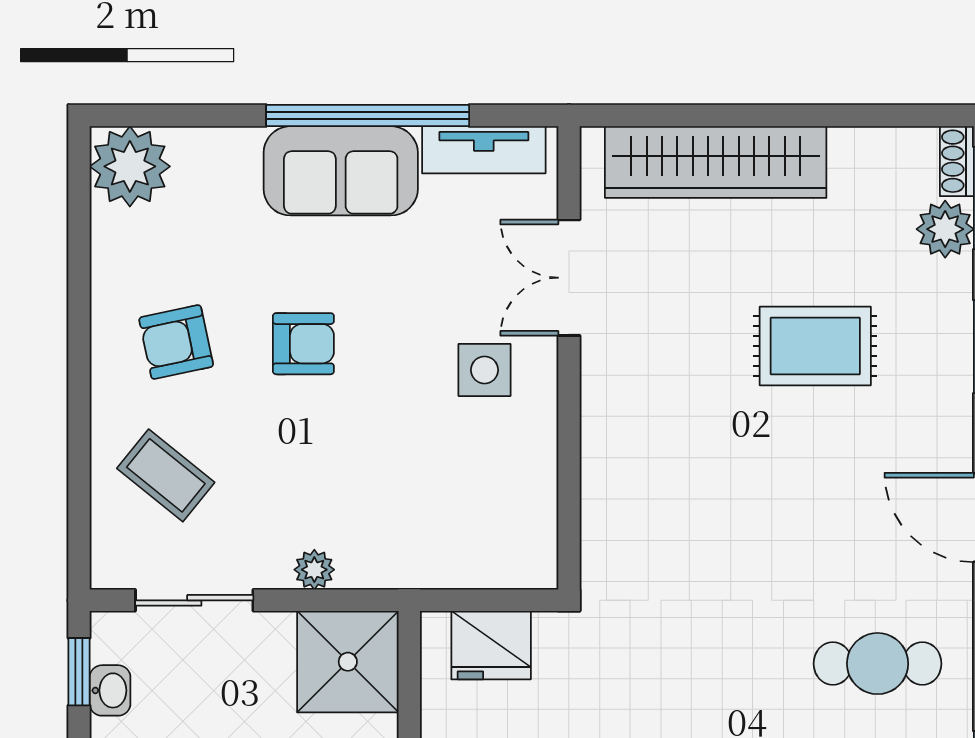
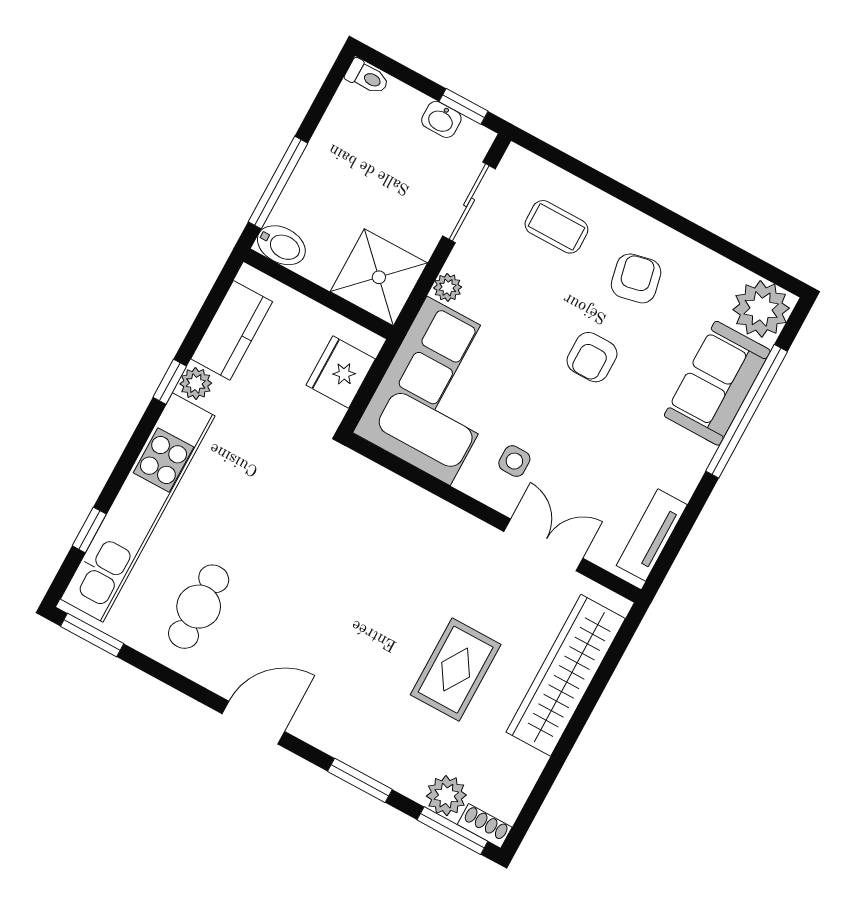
window: (368, 116) -> (747, 411), moved
sofa: (341, 171) -> (717, 383), moved
rug: (815, 346) -> (456, 670), moved
side table: (485, 370) -> (514, 461), width x0.73, depth x0.73
coffee table: (166, 475) -> (556, 227), turned 51
corner sofa: (448, 511) -> (439, 391), added

